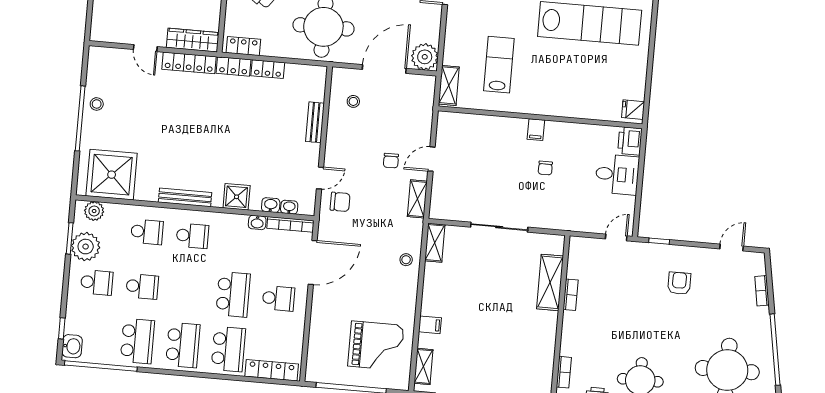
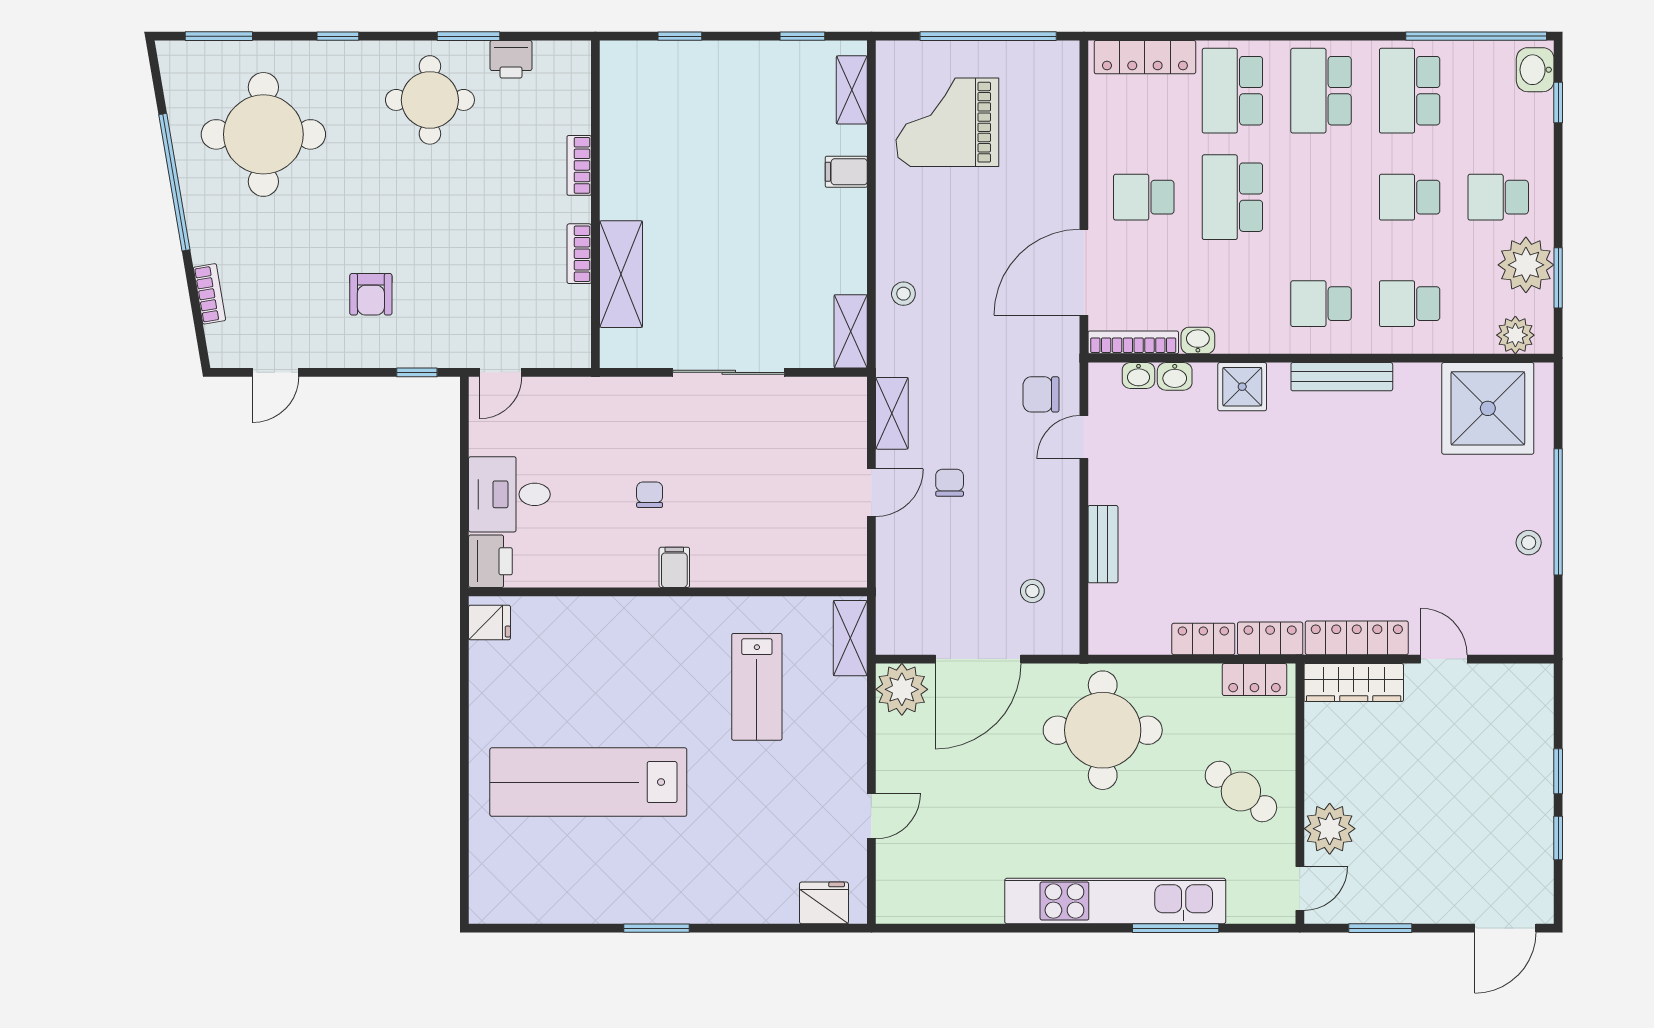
bookcase: (564, 372) -> (579, 165), moved

